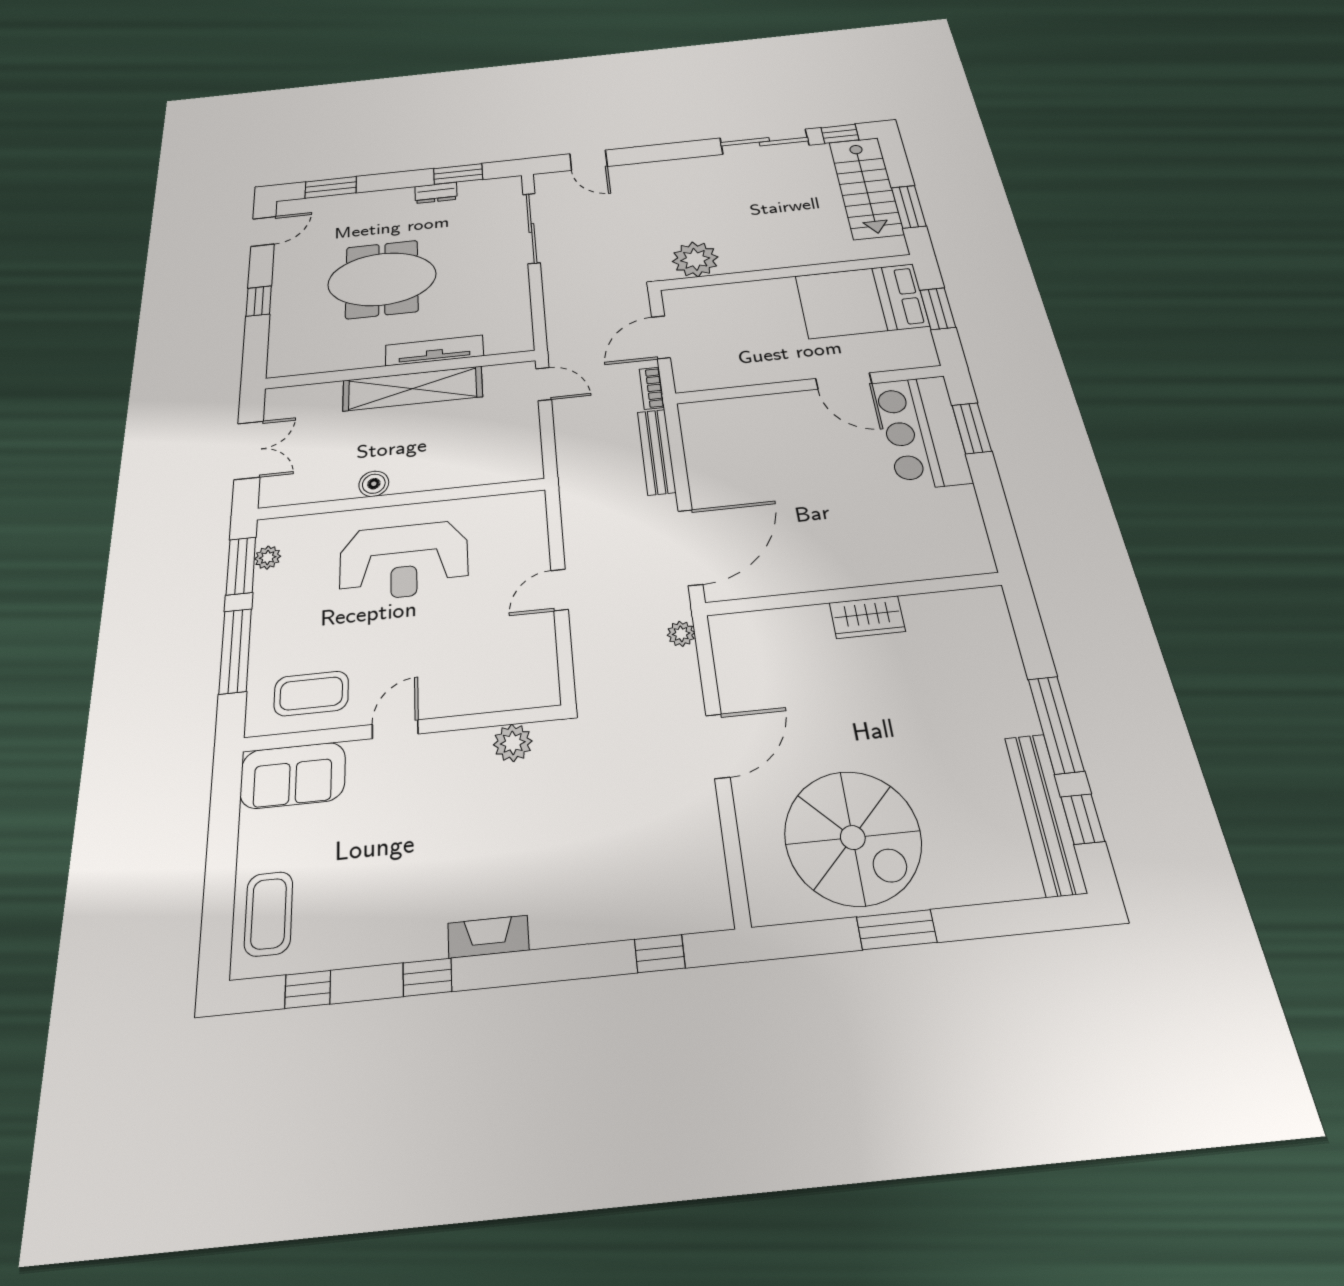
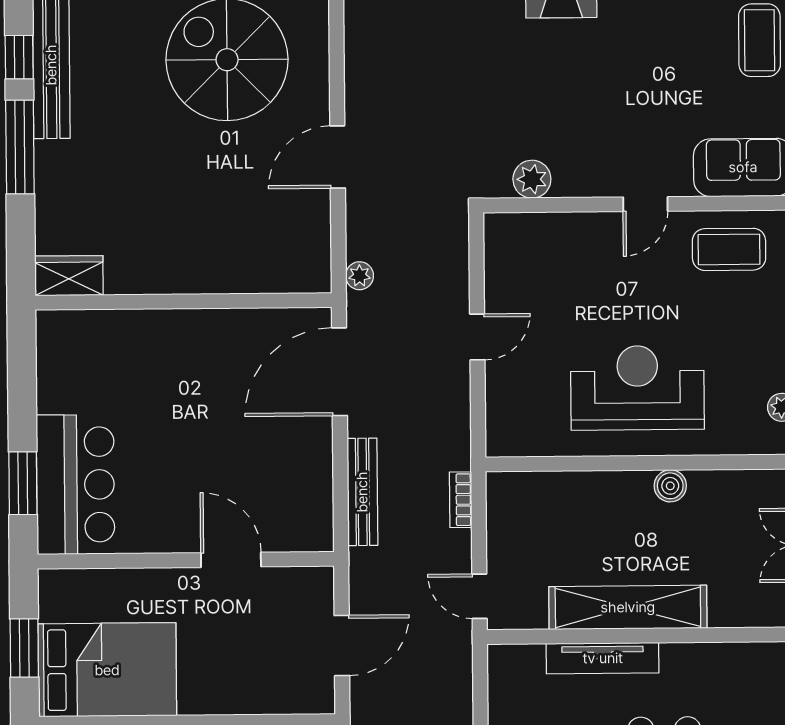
door: (844, 381) -> (231, 560), moved
bookcase: (652, 388) -> (461, 500), moved, turned 180
wardrobe: (867, 617) -> (69, 276), moved

